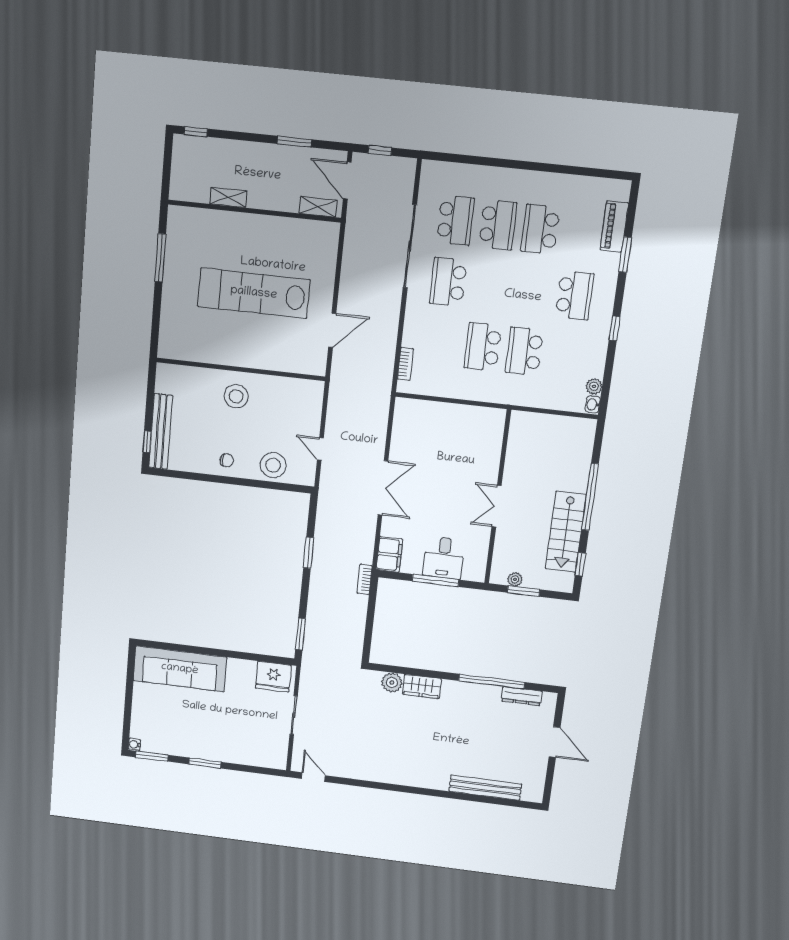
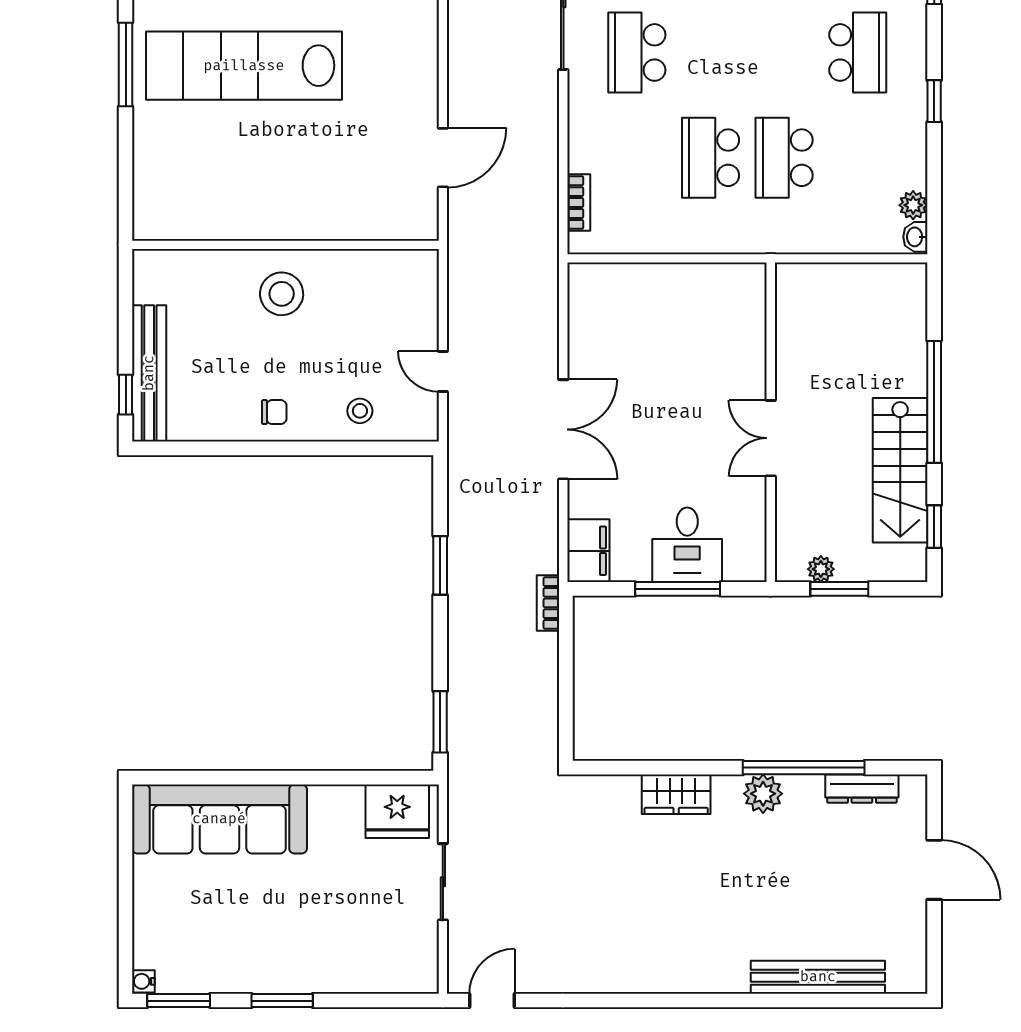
lab bench: (254, 293) -> (244, 66), moved
stool: (273, 465) -> (360, 411), width x0.53, depth x0.53
plant: (392, 683) -> (763, 794), moved
door: (313, 777) -> (492, 1001), hinge flipped

